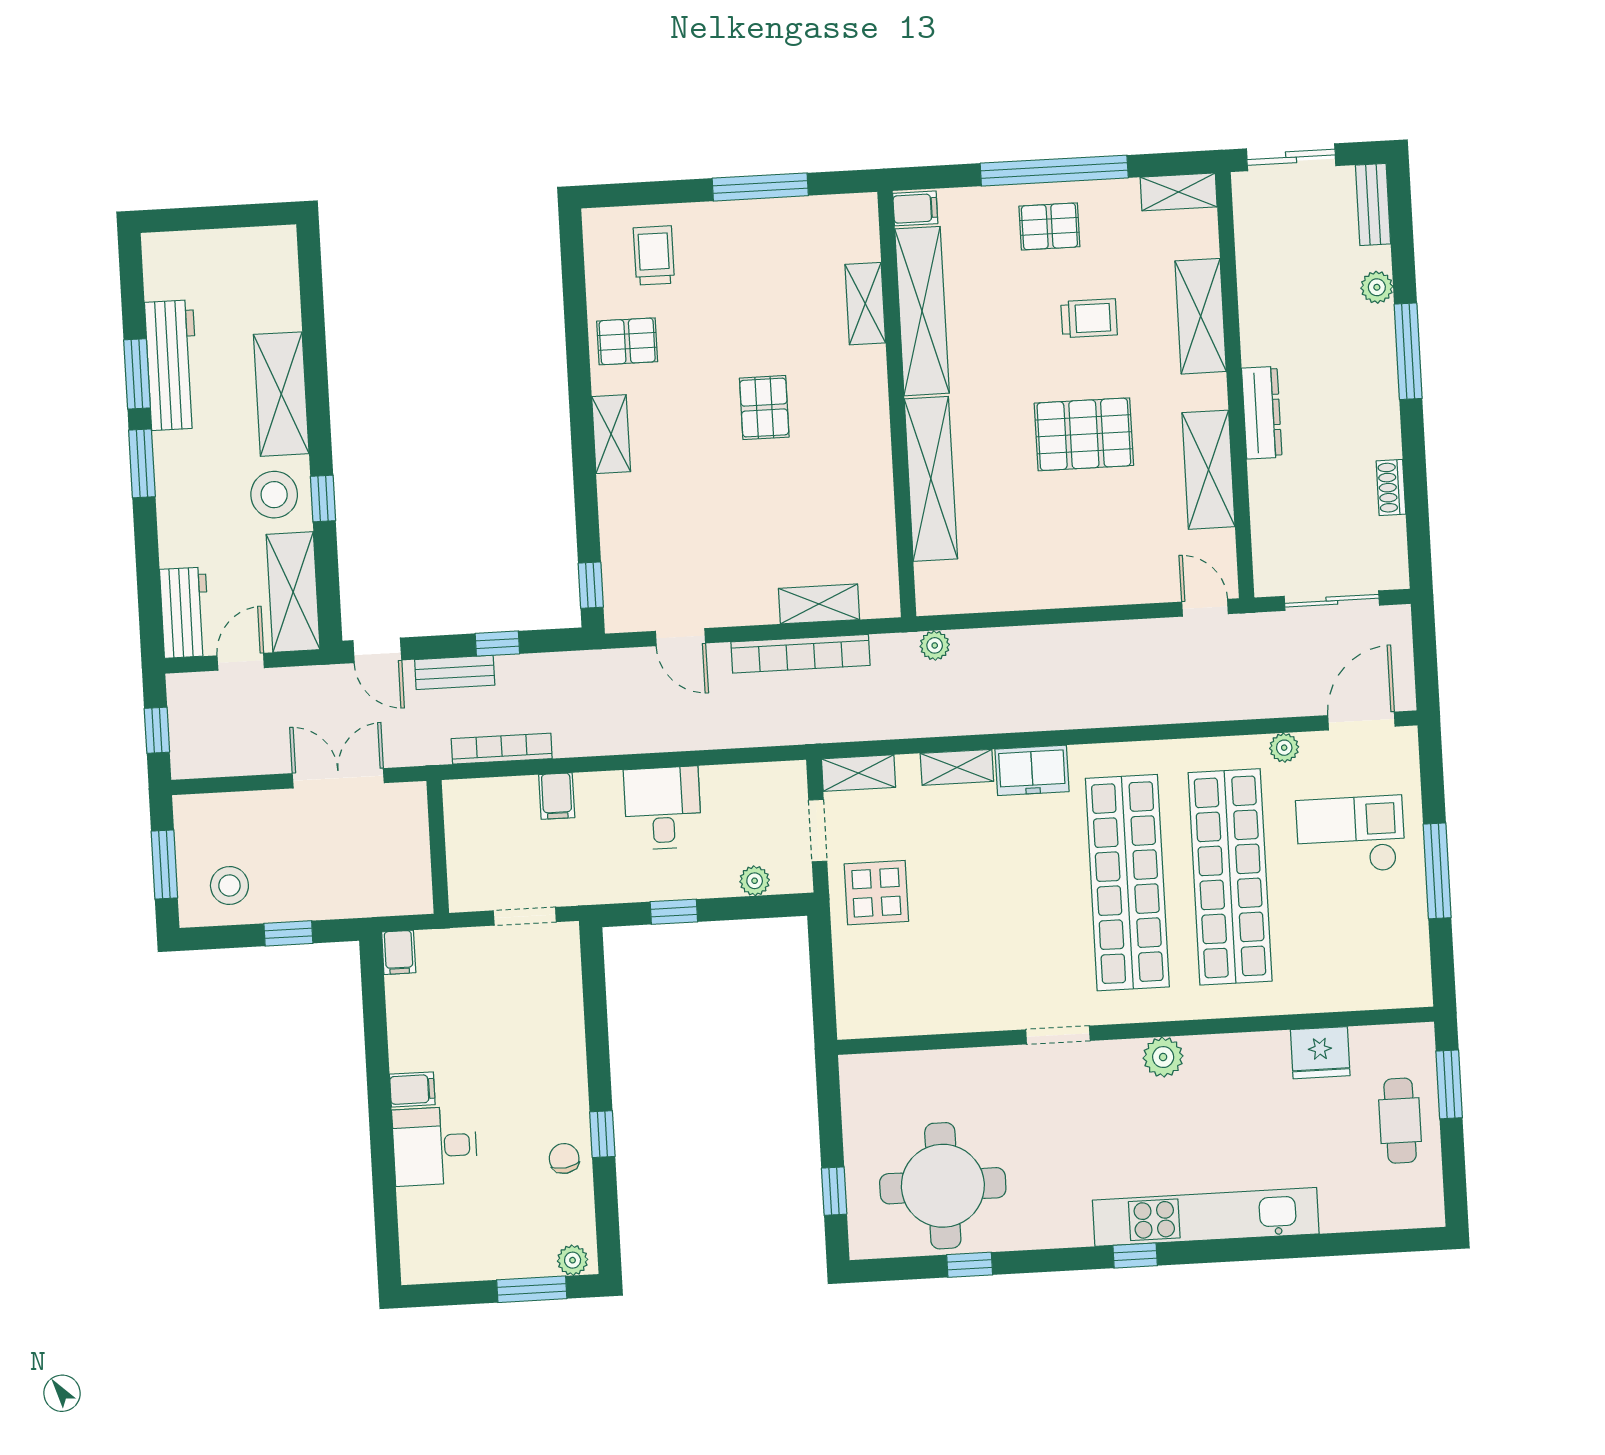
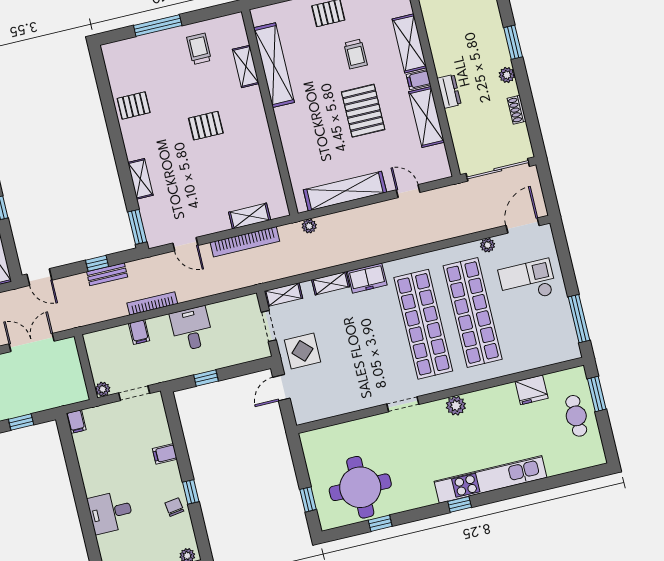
window: (760, 187) -> (158, 25), moved
filing cabinet: (915, 208) -> (418, 80), moved, turned 180
trolley: (654, 255) -> (199, 49), moved
plant: (1377, 287) -> (507, 75), moved
trolley: (1089, 318) -> (355, 54), turned 90
window: (1408, 351) -> (513, 42), width x0.69
pallet: (764, 408) -> (206, 126), turned 90
dresser: (1262, 413) -> (449, 91), width x0.70
shelving: (611, 434) -> (140, 179), moved
pallet: (1084, 434) -> (363, 111), turned 90
shelving: (931, 479) -> (345, 191), moved, turned 90
window: (591, 585) -> (137, 227), width x1.50
sliding door: (1332, 601) -> (498, 170), width x1.37
door: (1205, 608) -> (408, 191), moved
bench: (455, 672) -> (107, 274), moved
bookcase: (502, 749) -> (152, 303), moved
window: (1437, 871) -> (579, 319), moved
plant: (755, 881) -> (103, 389), moved
door: (821, 958) -> (281, 388), added
filing cabinet: (412, 1089) -> (165, 454), moved, turned 180

